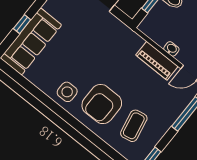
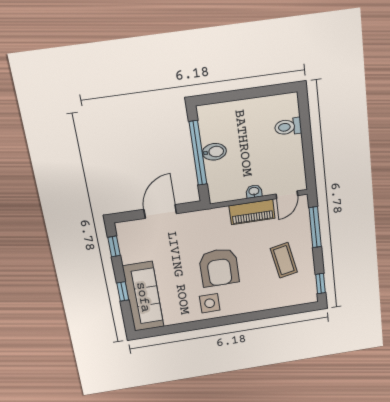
armchair: (102, 104) -> (219, 267), moved
coffee table: (134, 126) -> (284, 260), moved

